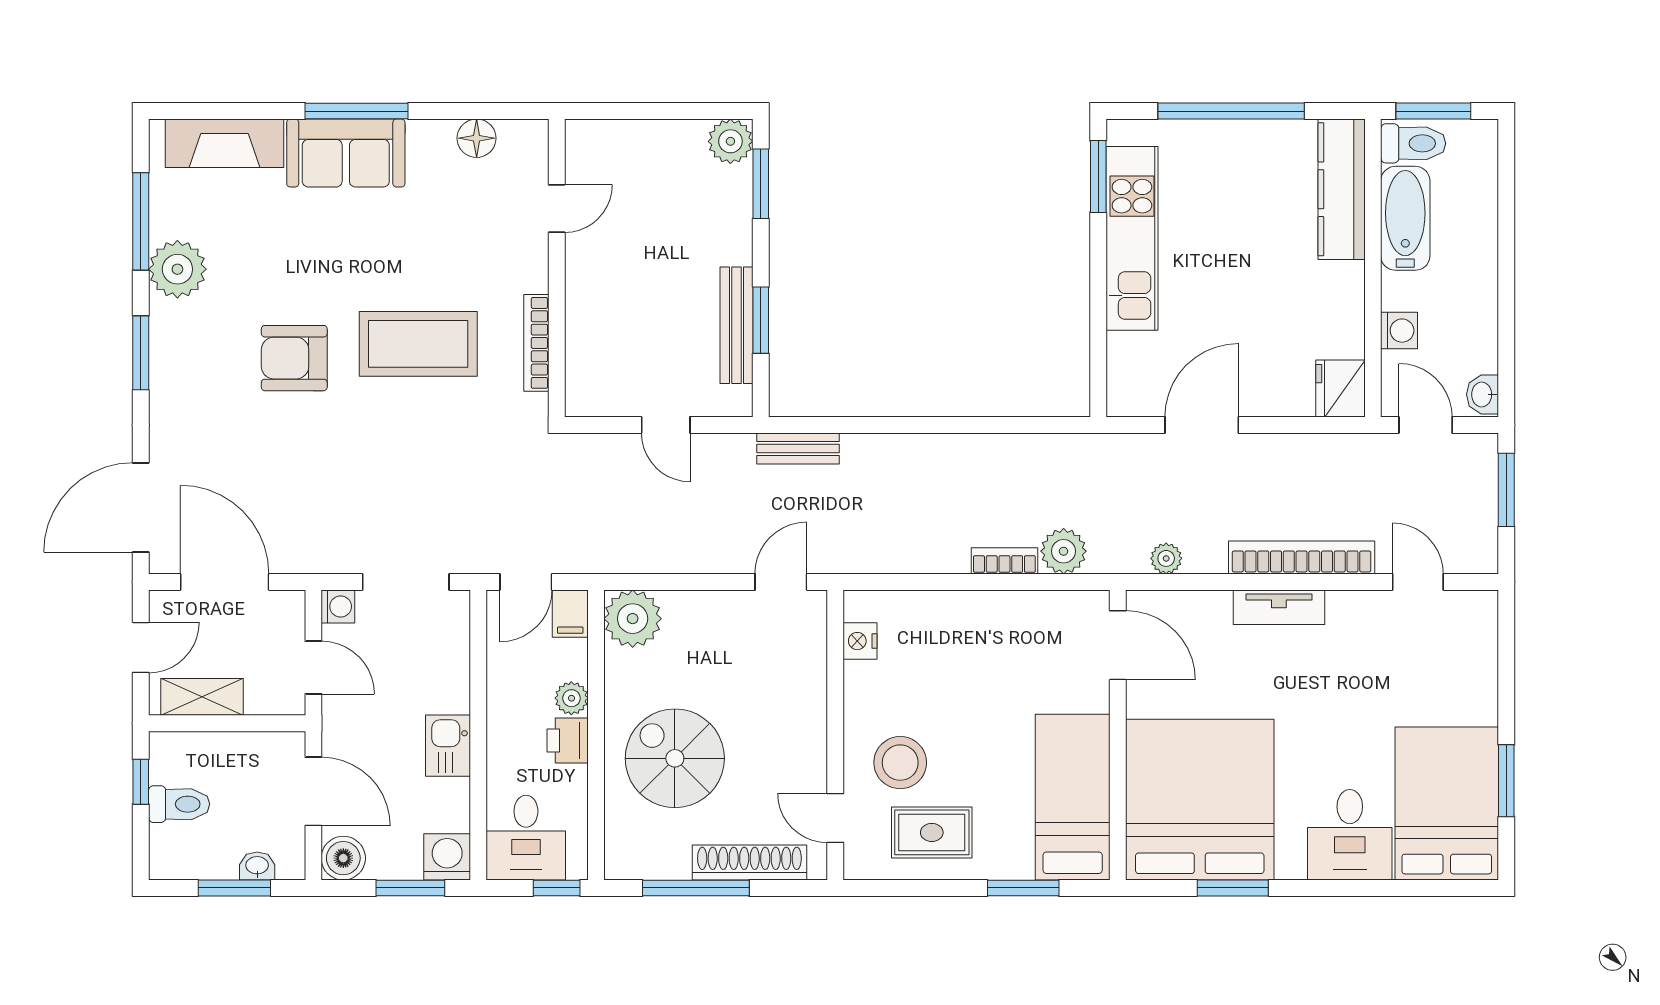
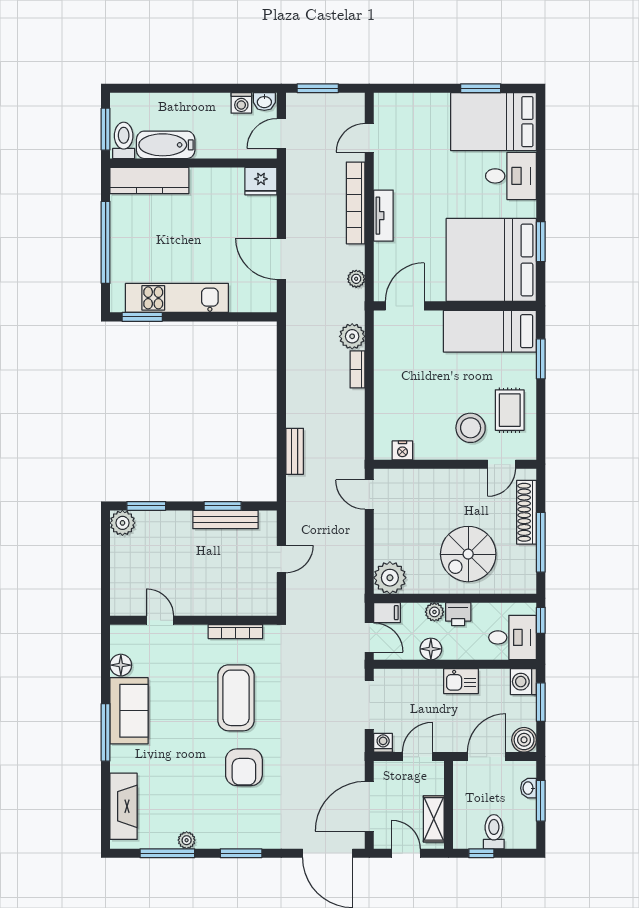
sofa: (346, 153) -> (129, 711), moved
plant: (177, 269) -> (187, 840), width x0.53, depth x0.53
washing machine: (1399, 331) -> (241, 103), moved, turned 180
bench: (798, 448) -> (295, 451), moved
floor lamp: (505, 692) -> (431, 649), added

